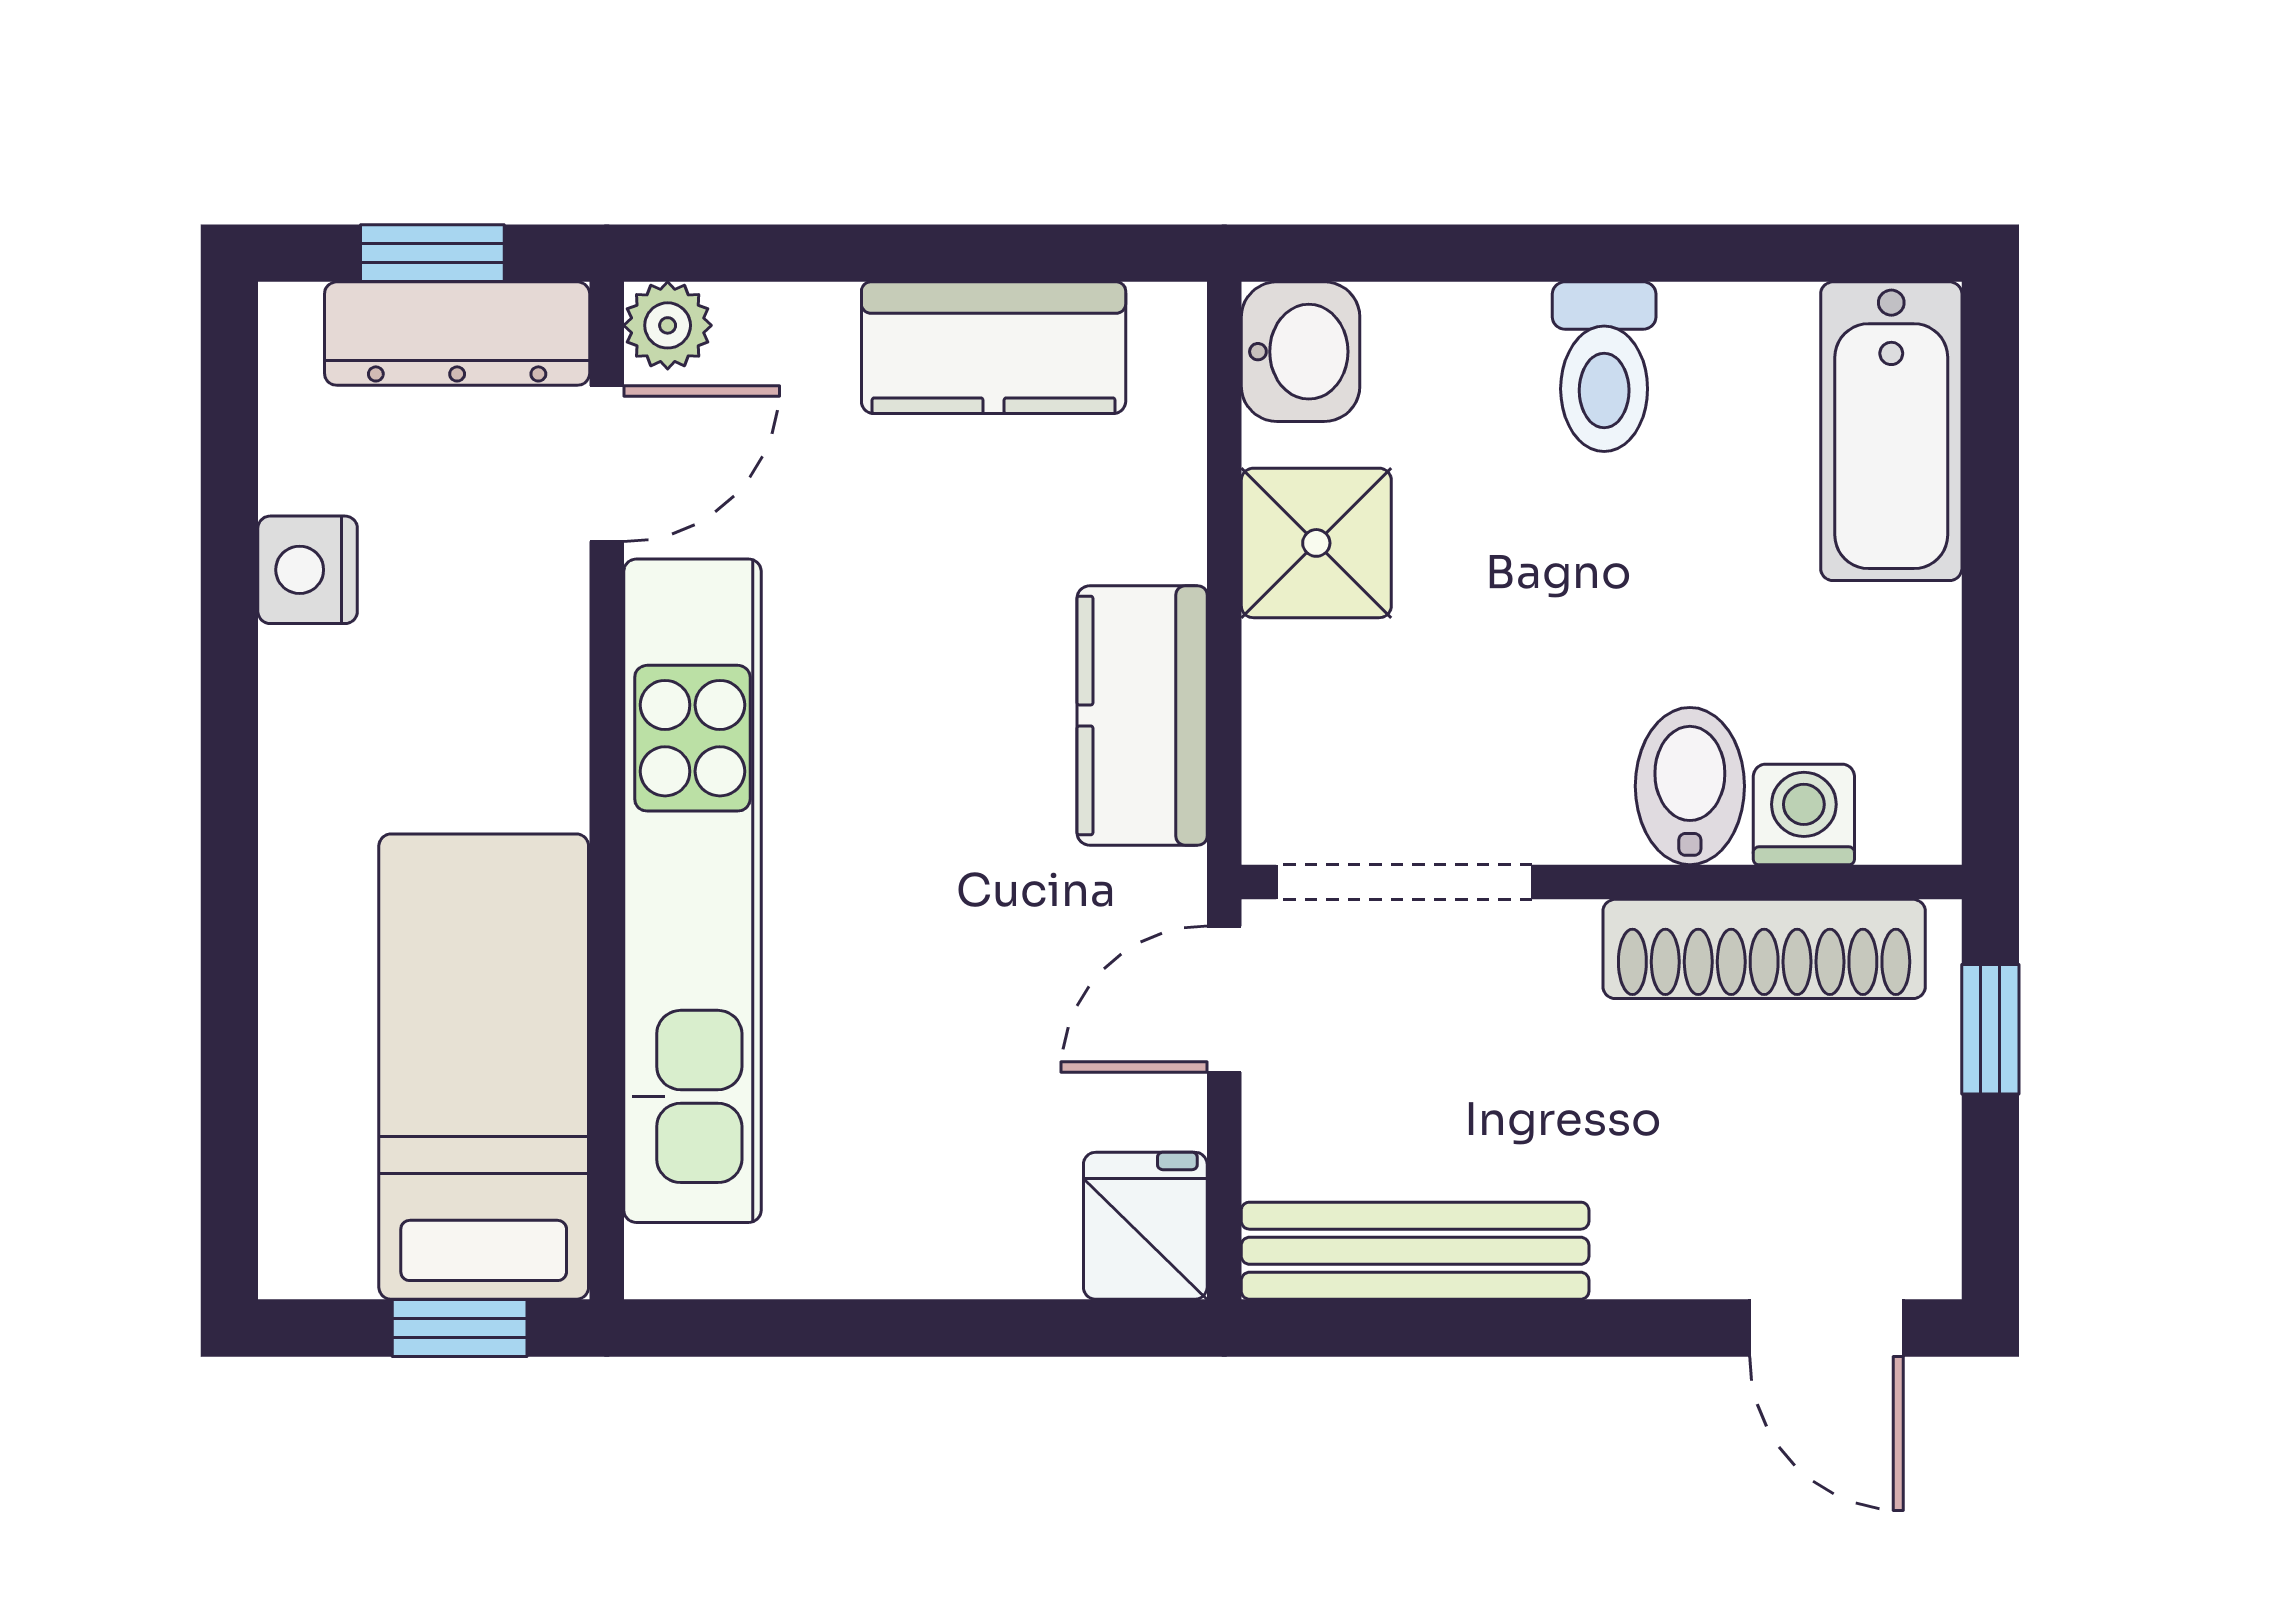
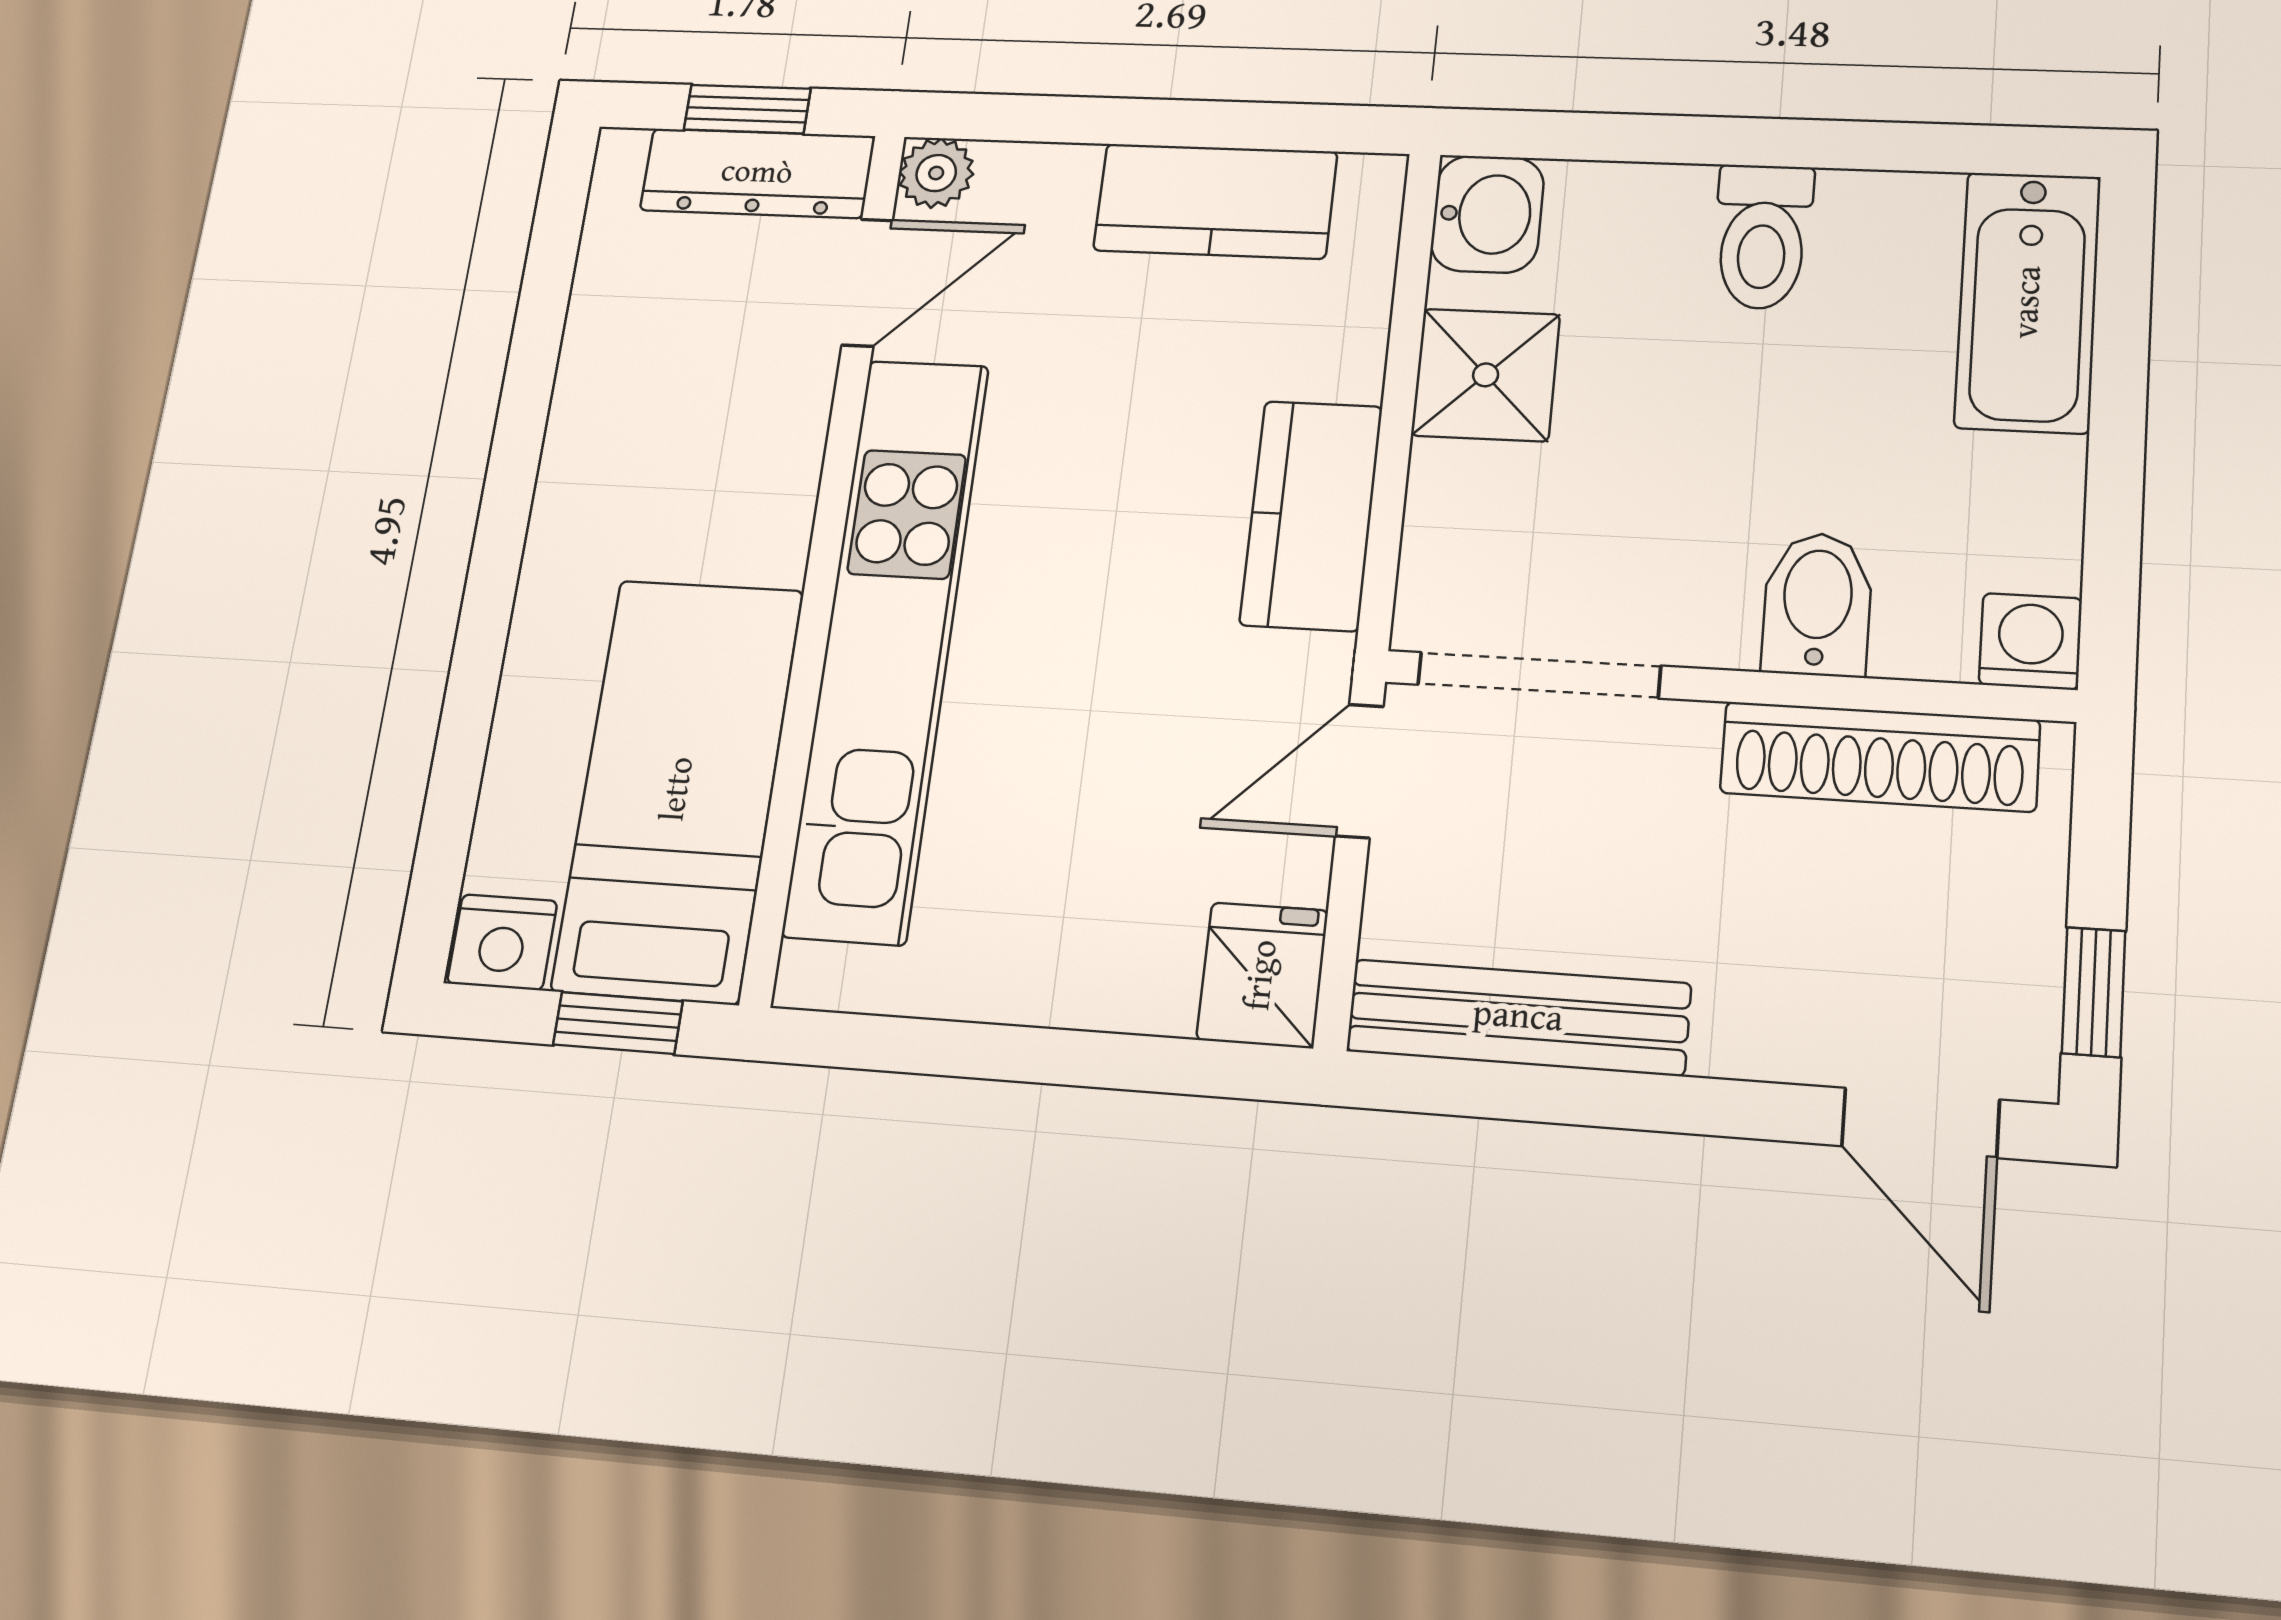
nightstand: (308, 570) -> (502, 942), moved, turned -90
washing machine: (1804, 814) -> (2030, 641), moved
window: (1990, 1029) -> (2094, 992), moved

